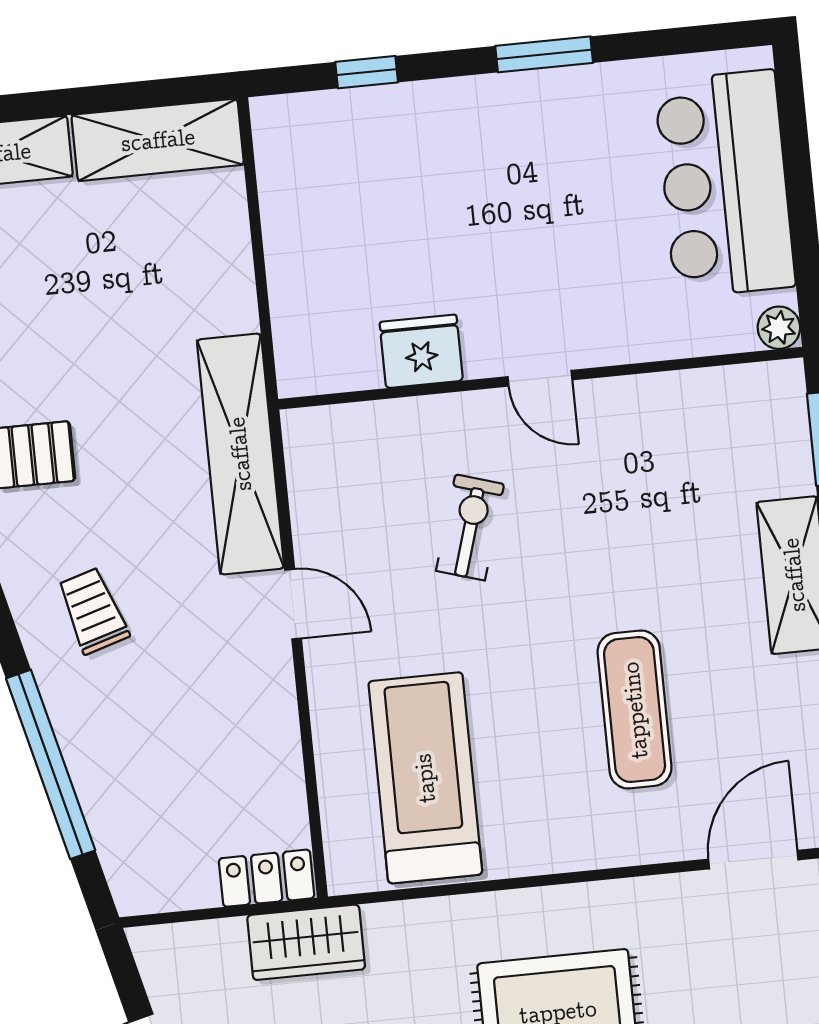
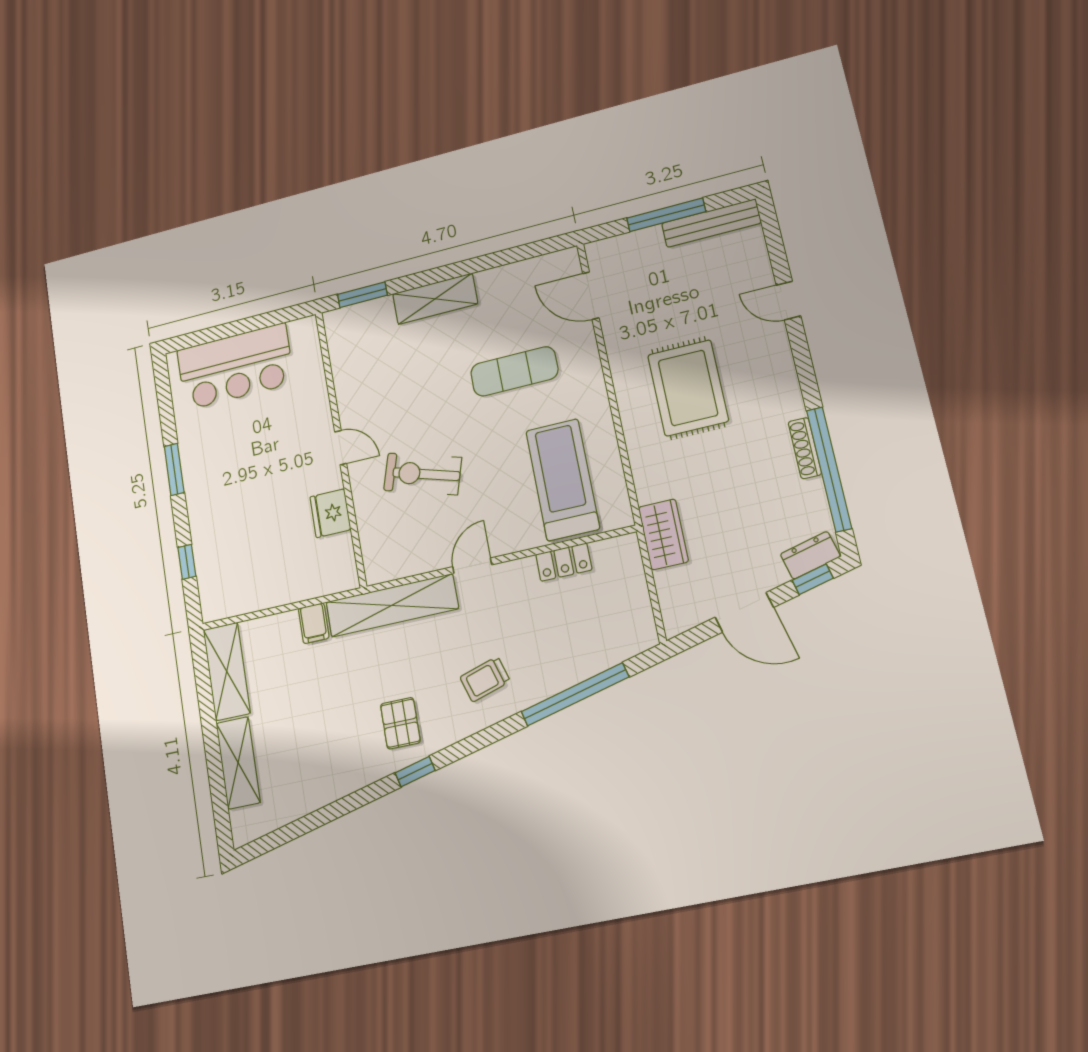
filing cabinet: (226, 308) -> (314, 623), added
plant: (779, 328) -> (307, 327), removed
door: (540, 378) -> (341, 448), hinge flipped
exercise bike: (470, 527) -> (423, 474), width x1.38, depth x1.39
treadmill: (425, 778) -> (563, 480), turned 90
locker: (267, 878) -> (564, 562), moved, turned -90

